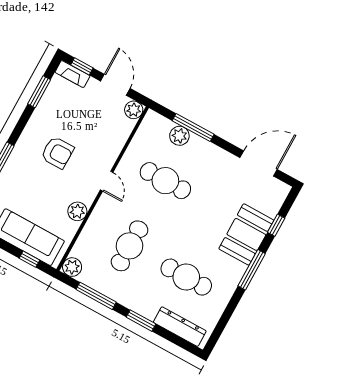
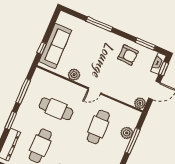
armchair: (57, 153) -> (128, 55), moved, turned -87
plant: (72, 267) -> (39, 75), removed

